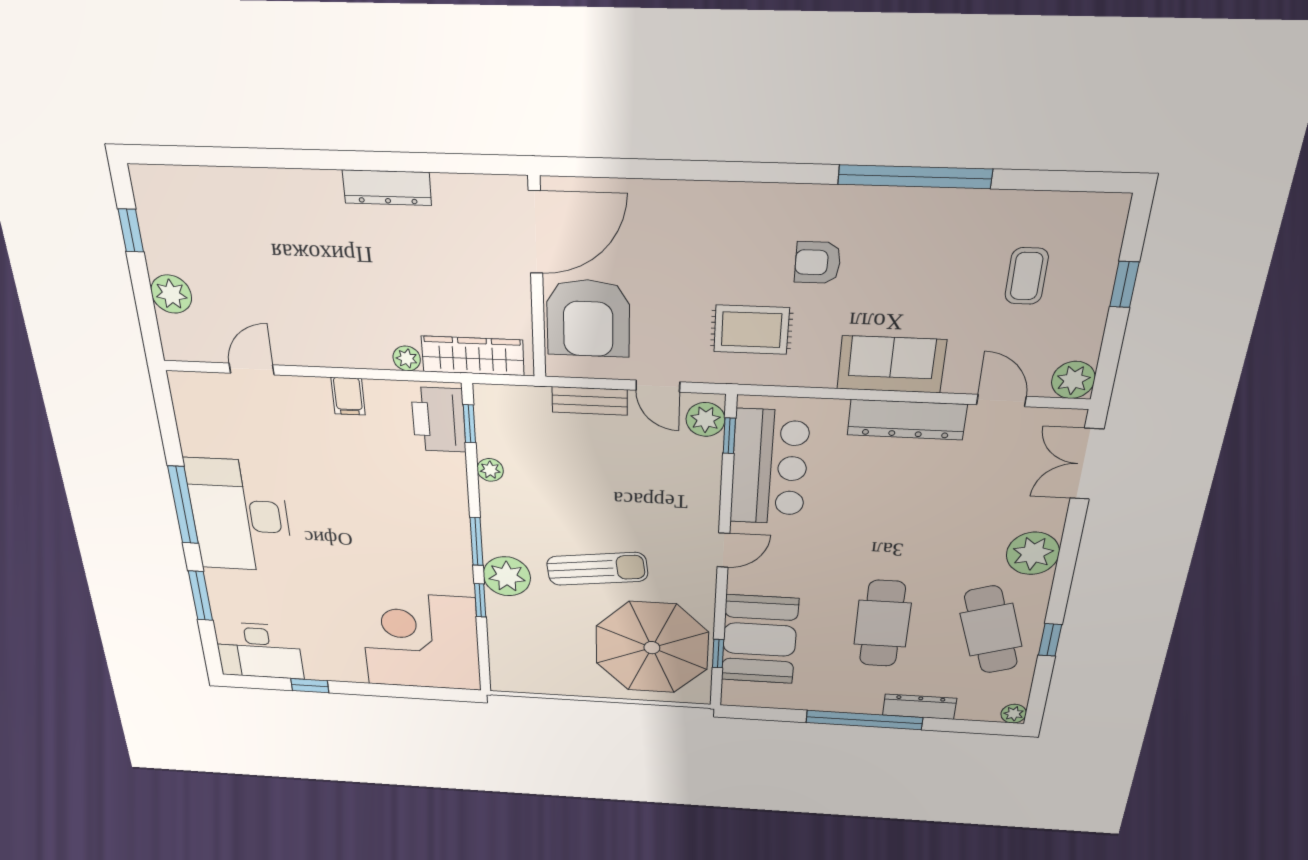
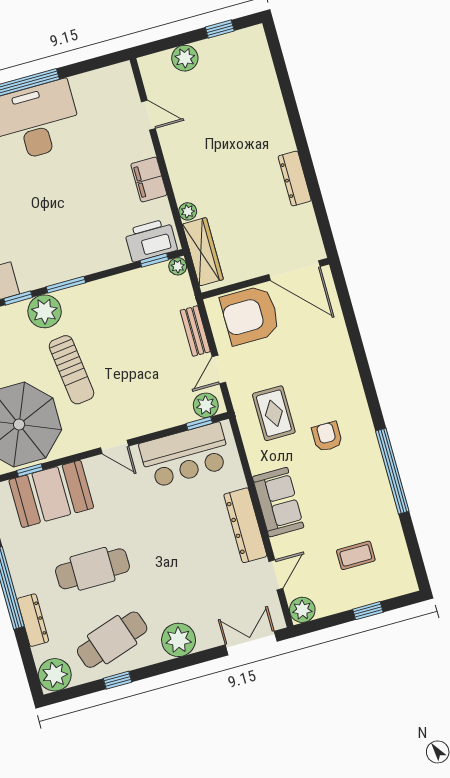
filing cabinet: (348, 396) -> (149, 180), width x2.00
plant: (490, 470) -> (178, 266), moved
plant: (1014, 714) -> (55, 675), width x1.88, depth x1.88

